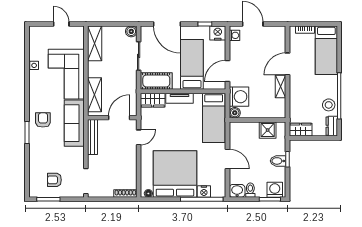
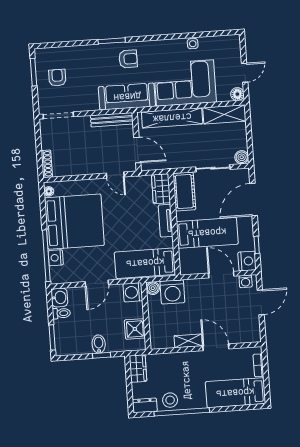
floor lamp: (79, 31) -> (237, 94), added
door: (227, 71) -> (221, 275), moved
shelving: (94, 95) -> (172, 118), width x1.47
washing machine: (275, 190) -> (133, 292), moved, turned 180

